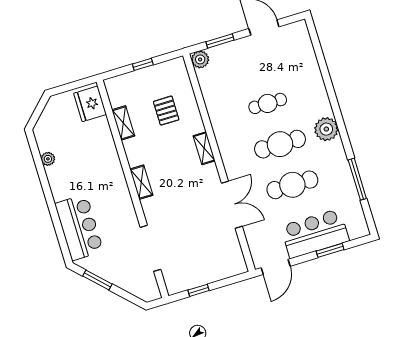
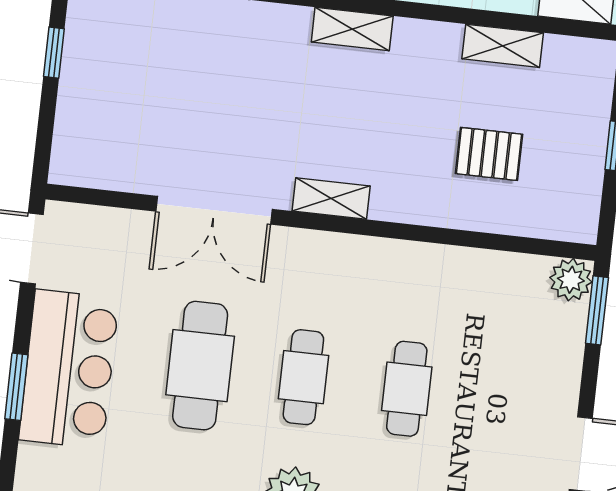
window: (220, 41) -> (597, 310), moved
cafe table: (280, 144) -> (303, 377), width x0.73, depth x0.74
shelving: (204, 148) -> (331, 199), moved

